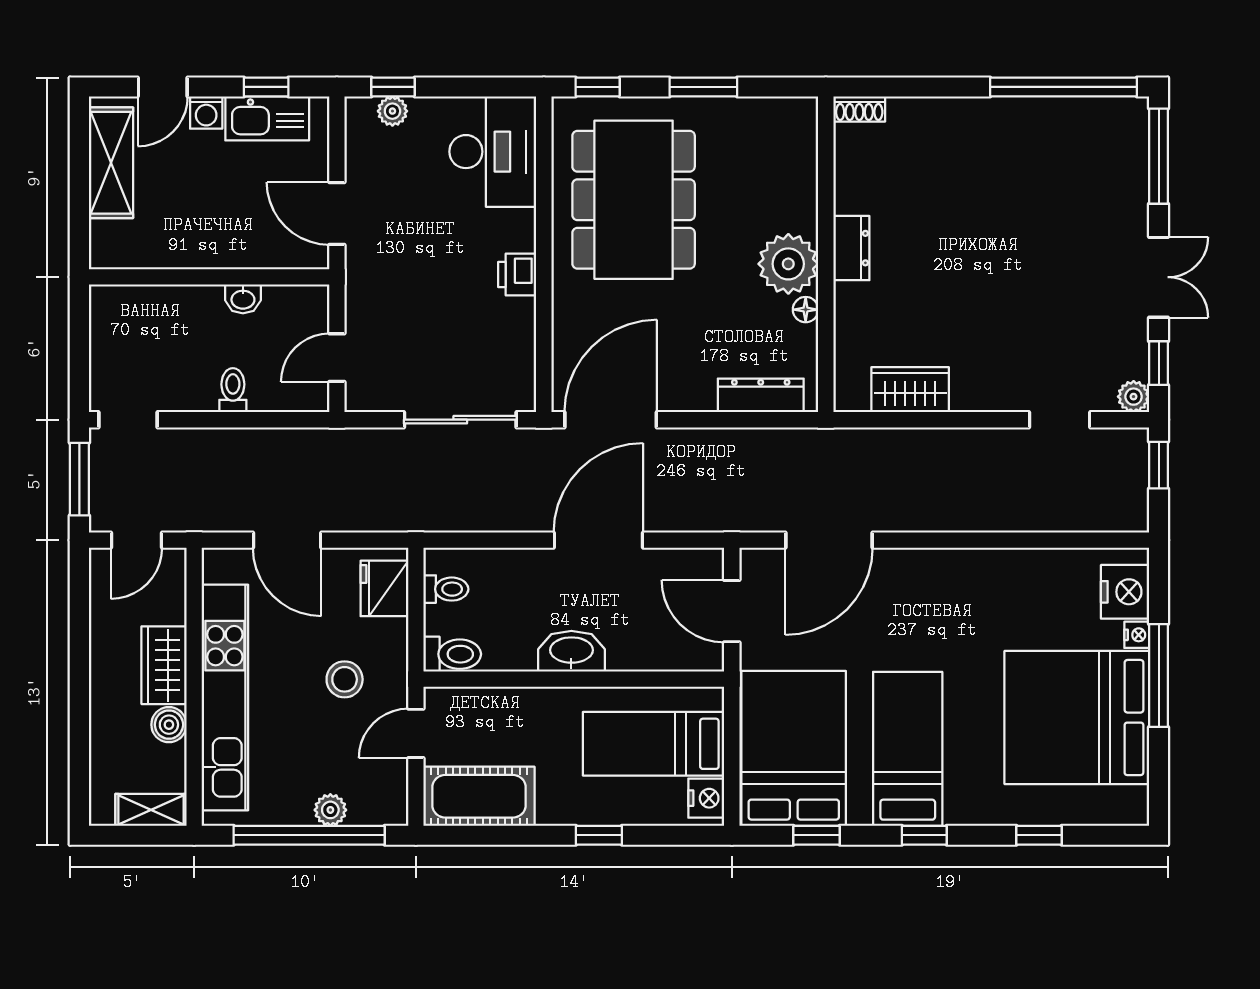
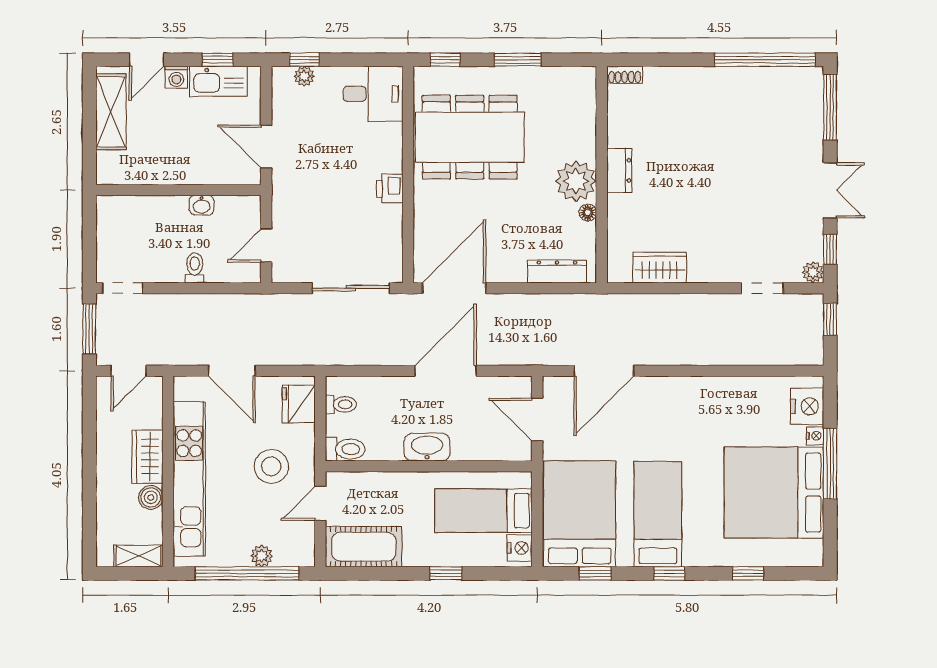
desk: (493, 152) -> (373, 94), width x0.73
dining table: (634, 200) -> (470, 137), turned 90
stool: (345, 679) -> (271, 466), width x1.38, depth x1.38

